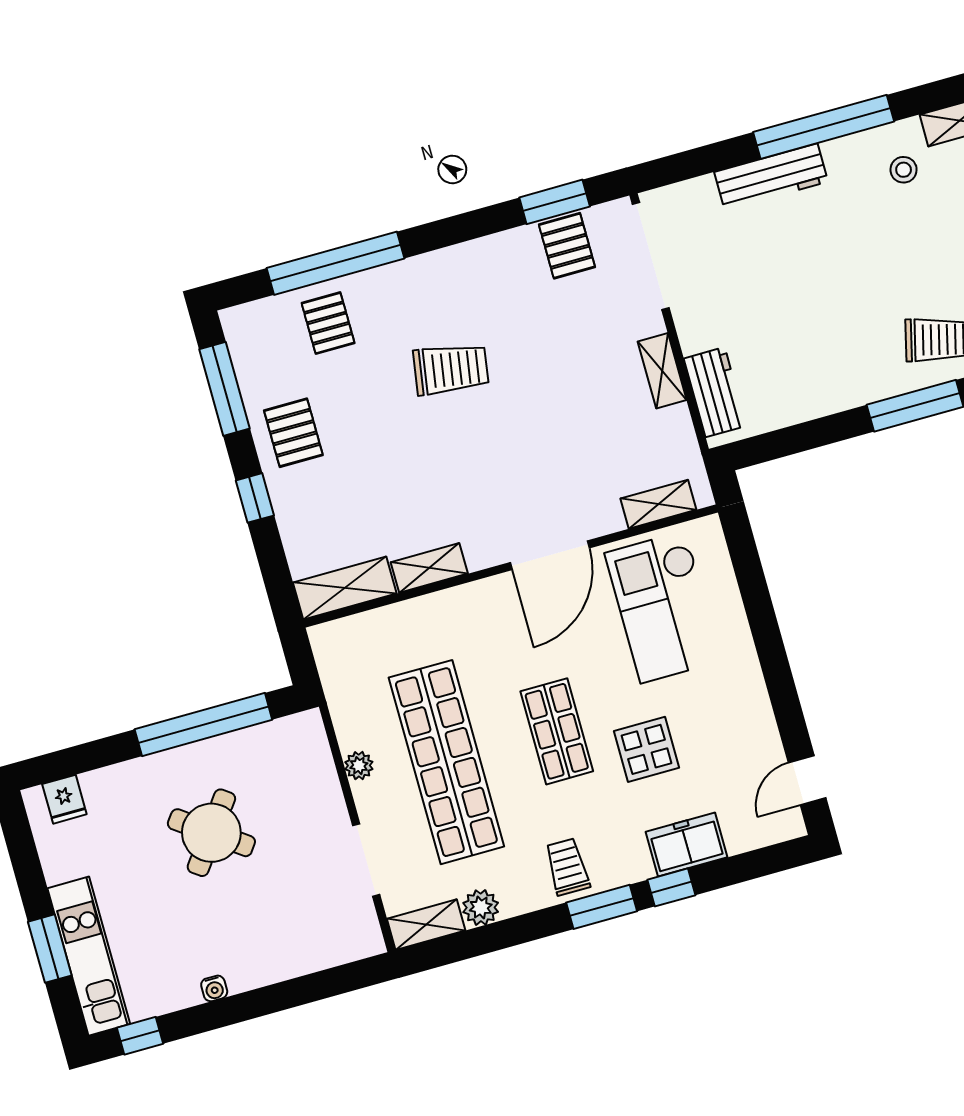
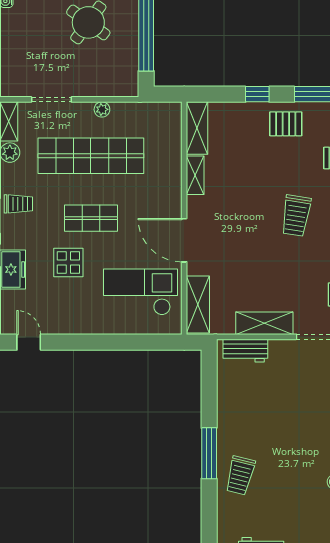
shelving: (662, 371) -> (264, 323), width x1.50, depth x1.33
shelving: (658, 504) -> (198, 304), width x1.50, depth x1.33

